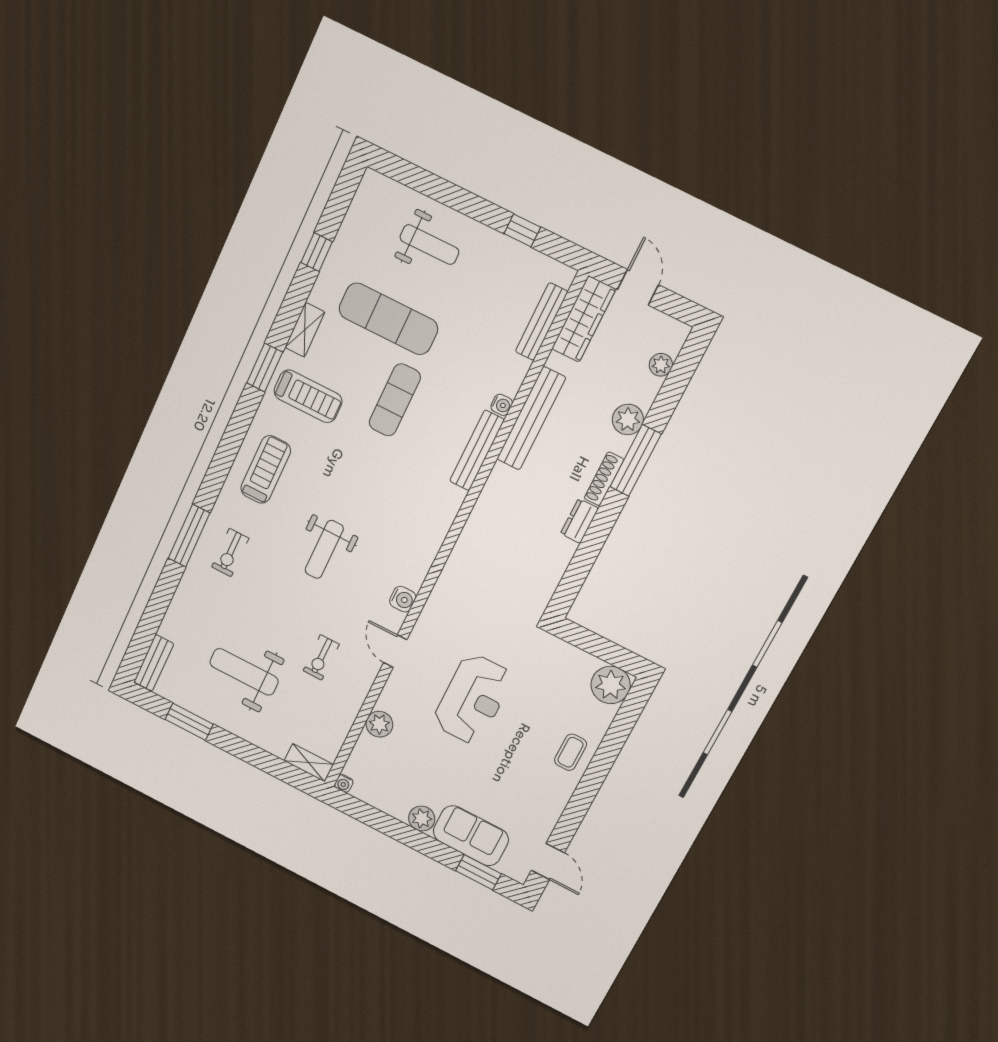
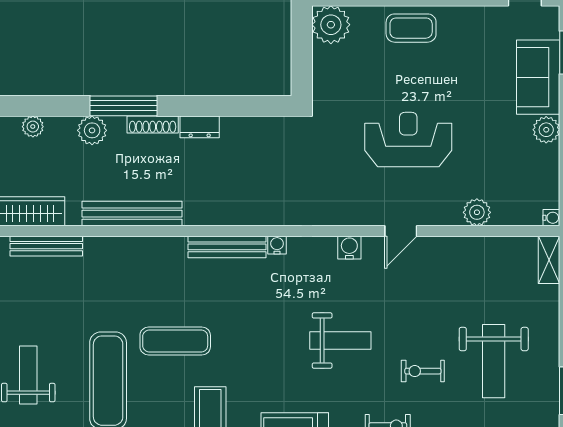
water cooler: (502, 405) -> (277, 245), moved
bench: (477, 450) -> (227, 247), moved
exercise bike: (321, 658) -> (423, 371), moved, turned 180
coffee table: (570, 752) -> (411, 28), width x1.36, depth x1.30

